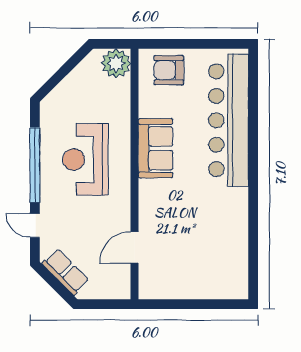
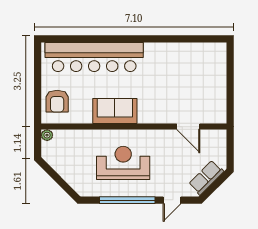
plant: (116, 63) -> (47, 135), width x0.53, depth x0.53
reception desk: (85, 160) -> (123, 163), turned 180

